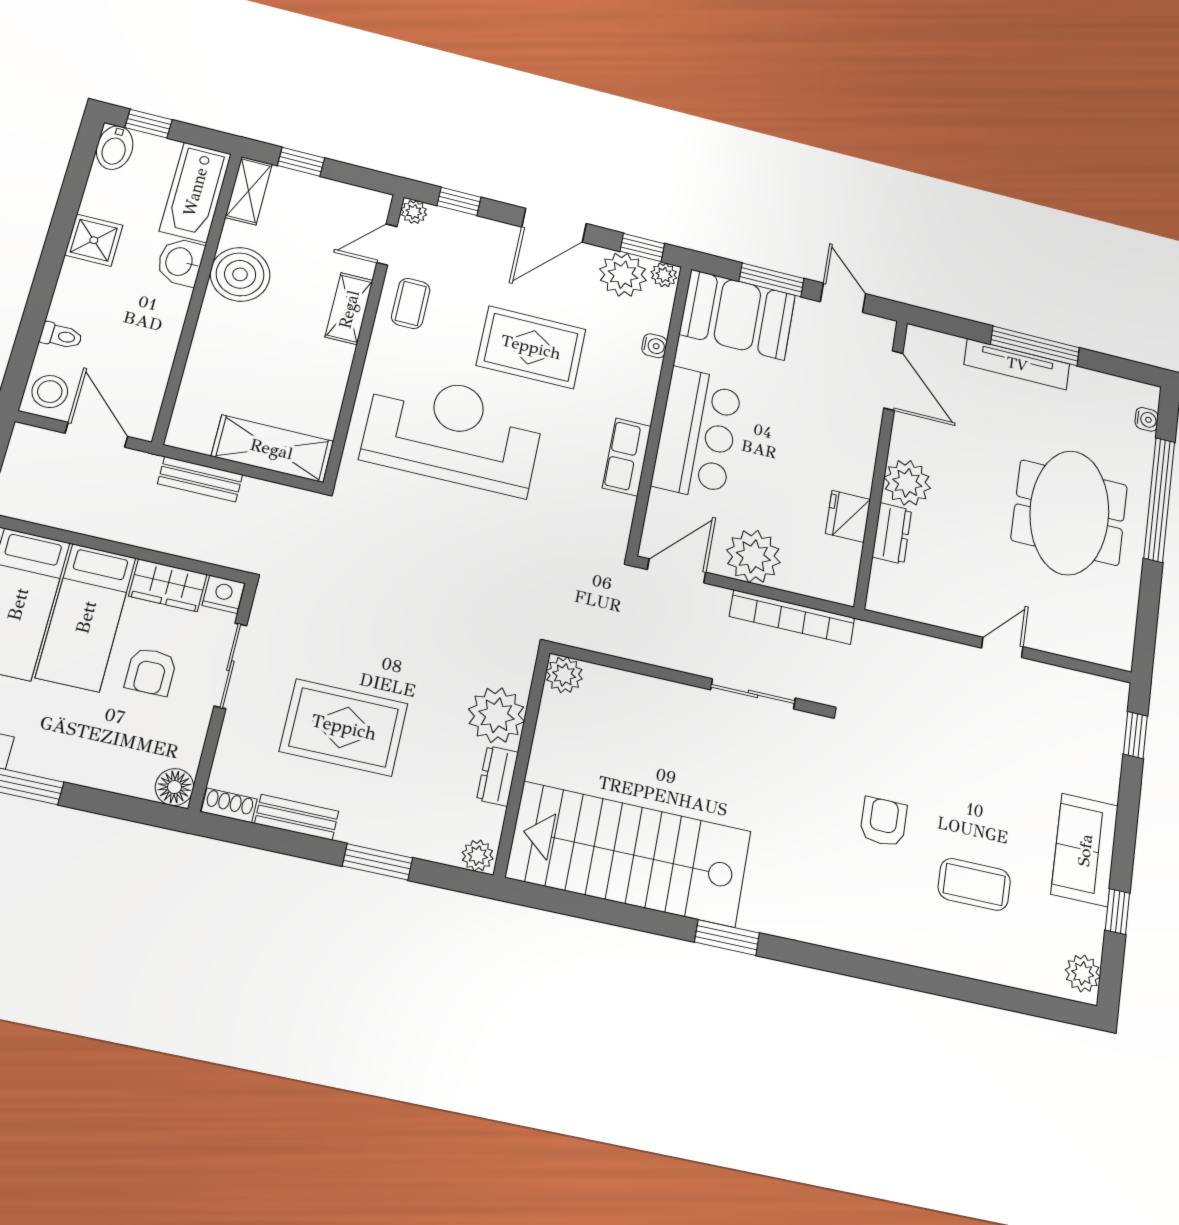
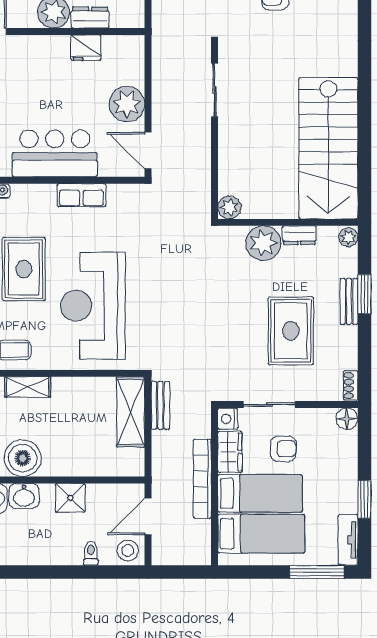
shower: (94, 240) -> (70, 498), moved
bench: (200, 479) -> (160, 405), moved
bookcase: (792, 617) -> (202, 479), moved, turned 180
bench: (297, 817) -> (349, 301), moved
window: (727, 937) -> (364, 81), removed

